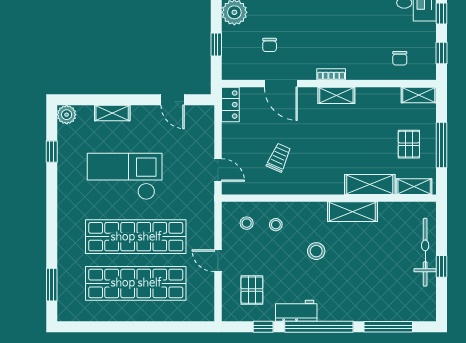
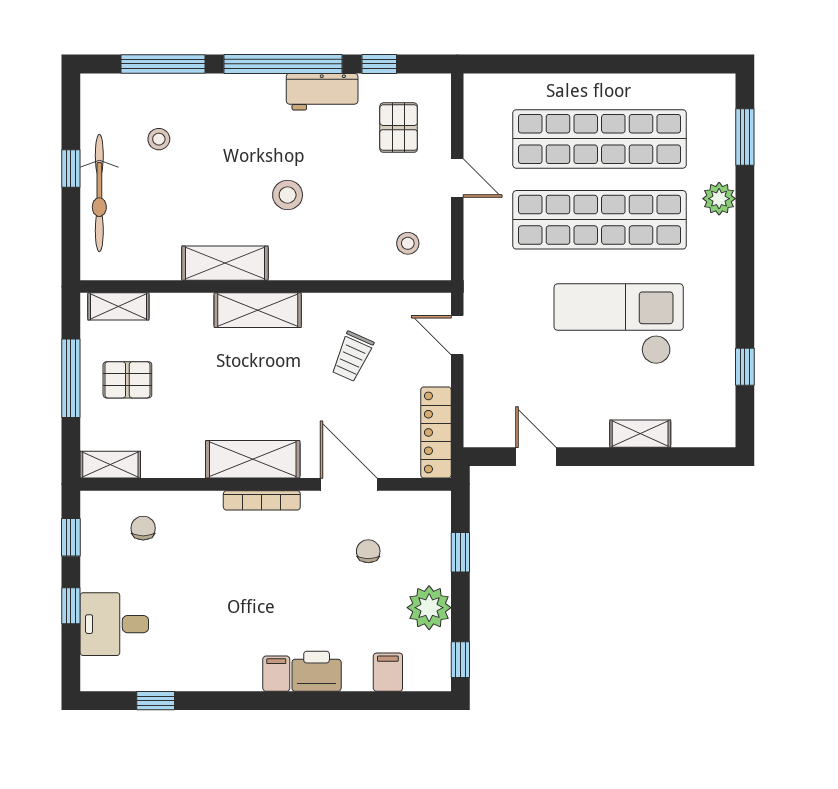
bookcase: (331, 74) -> (262, 500), width x1.56
shelving: (336, 95) -> (253, 459), width x1.50, depth x1.33
locker: (230, 105) -> (436, 432), width x1.53
plant: (67, 115) -> (719, 199), moved
pallet: (409, 144) -> (127, 380), turned 90
checkout: (125, 176) -> (619, 324), turned 180
shelving: (370, 184) -> (258, 310), moved
stool: (276, 225) -> (159, 139), moved

